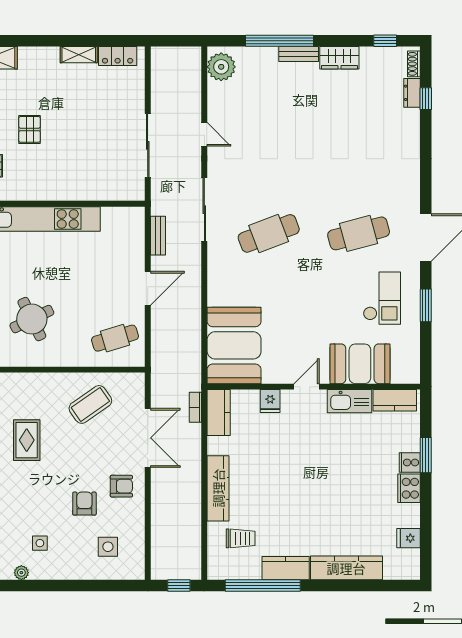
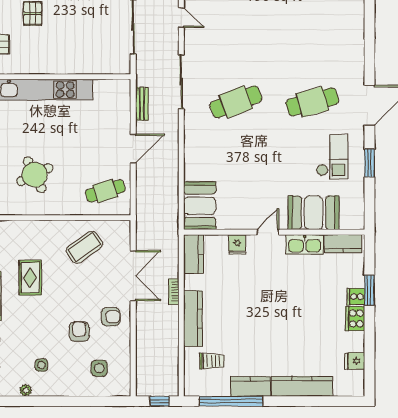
booth: (234, 345) -> (200, 206), width x0.73, depth x0.70
bookcase: (195, 407) -> (174, 292), moved

